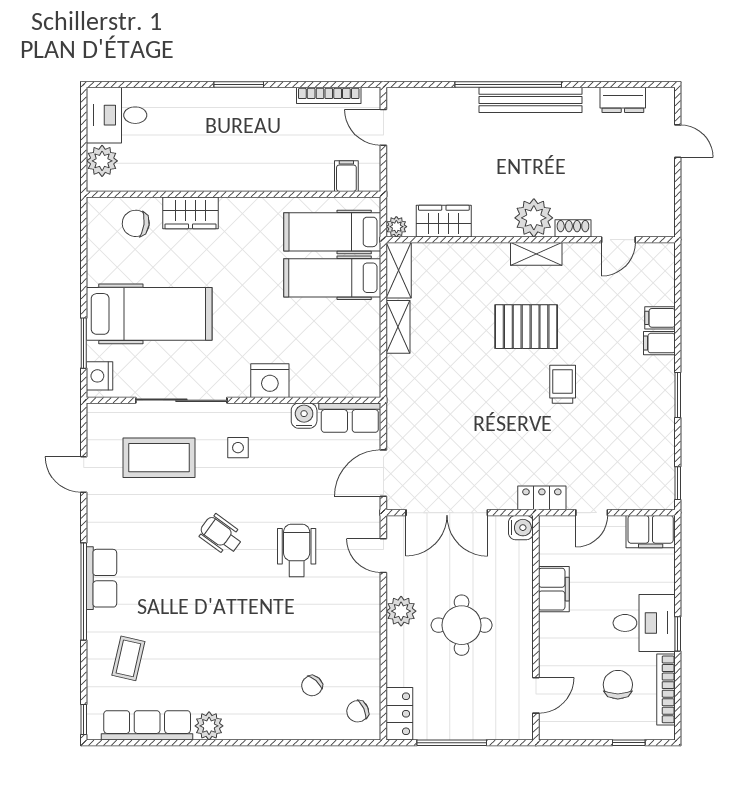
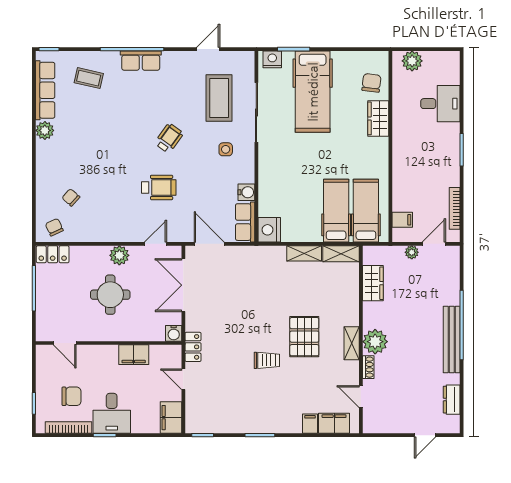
desk: (117, 115) -> (440, 104), moved, turned 90
plant: (396, 227) -> (412, 252), moved
filing cabinet: (659, 343) -> (334, 423), moved, width x2.00
nightstand: (270, 381) -> (269, 230), moved

